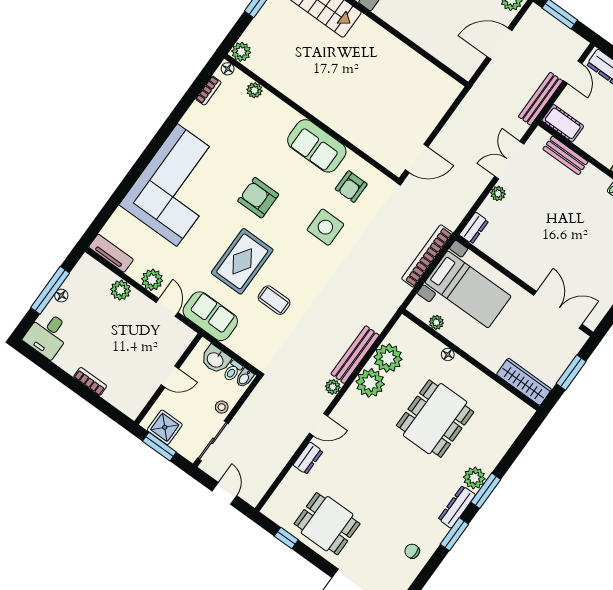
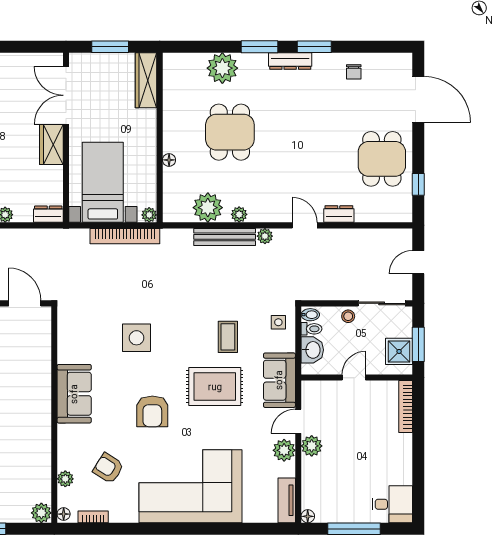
armchair: (351, 187) -> (108, 468), moved, turned -148
bookcase: (427, 256) -> (125, 236), moved
wardrobe: (527, 270) -> (51, 144), added
plant: (121, 290) -> (312, 446), moved
floor lamp: (61, 296) -> (308, 516), moved
plant: (436, 322) -> (149, 215), moved
side table: (257, 348) -> (278, 322), added
door: (170, 377) -> (354, 378), hinge flipped
bookcase: (90, 381) -> (406, 407), moved, width x1.56
plant: (370, 383) -> (239, 214), width x0.53, depth x0.53
dining table: (435, 419) -> (230, 132), width x0.73
plant: (474, 478) -> (222, 68), moved, width x1.36, depth x1.36

